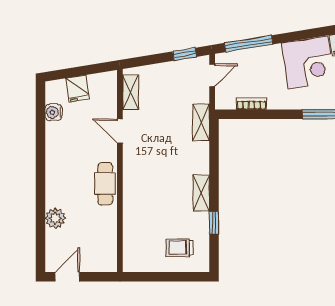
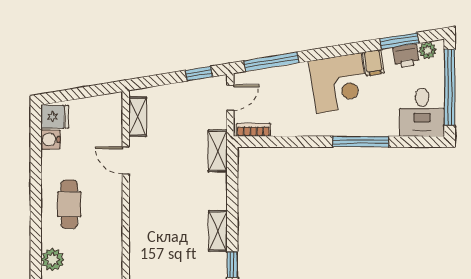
fridge: (77, 89) -> (55, 117), moved, turned -81
bookcase: (251, 104) -> (253, 130), moved
cafe table: (105, 184) -> (69, 204), moved

